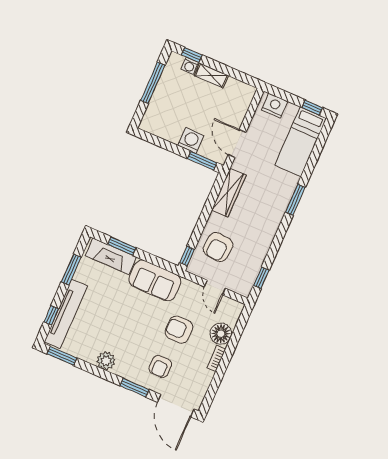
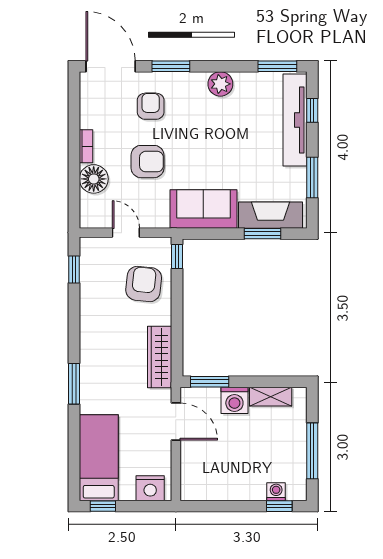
shelving: (211, 76) -> (271, 397), moved

